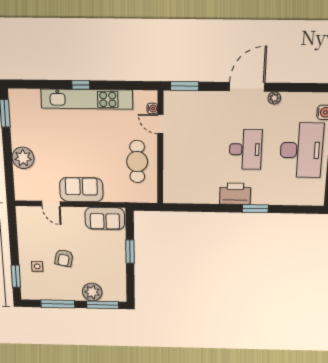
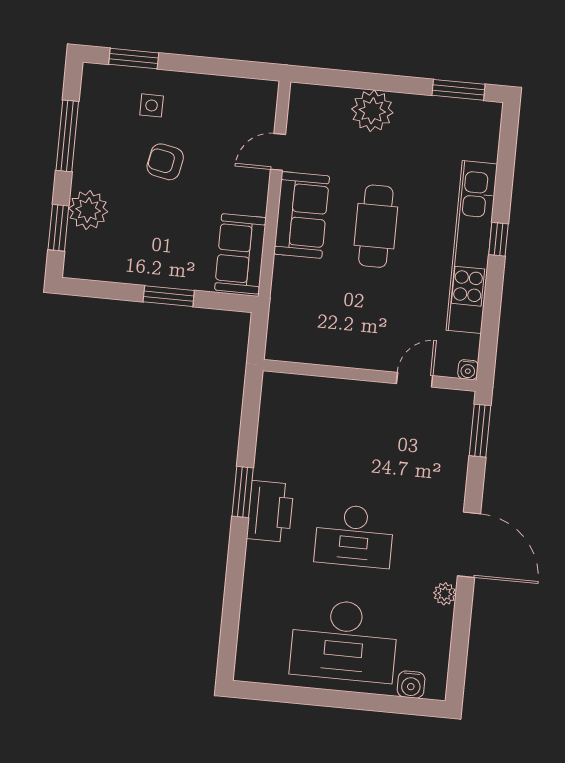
water cooler: (152, 108) -> (468, 370), moved
cafe table: (137, 162) -> (376, 226), moved, turned 90
window: (255, 209) -> (243, 492), moved
window: (103, 305) -> (58, 228), width x0.69

